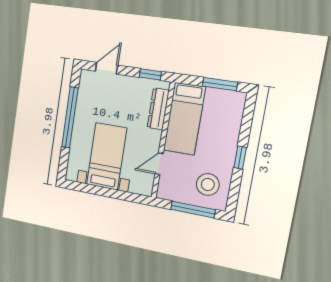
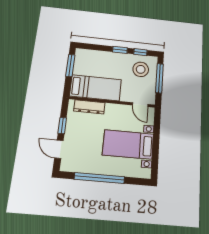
window: (150, 74) -> (62, 126), moved
door: (159, 164) -> (140, 105), moved
window: (235, 187) -> (140, 52), added

